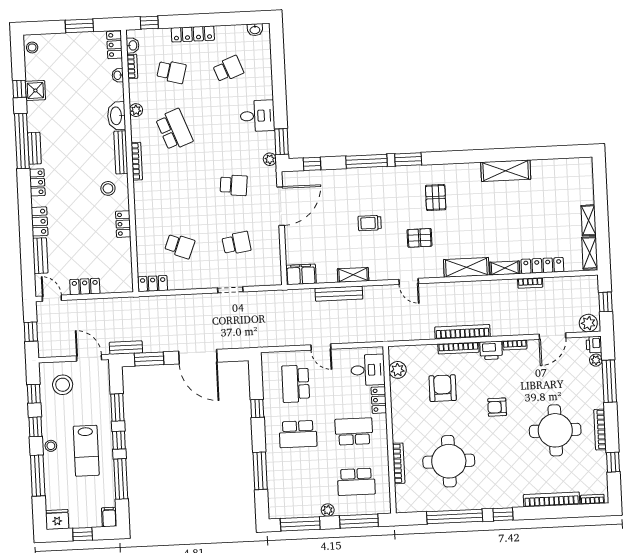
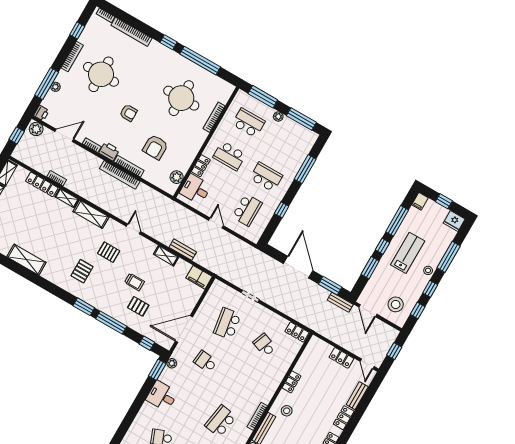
school desk: (174, 130) -> (221, 421), turned 30
pallet: (348, 199) -> (138, 306), added
school desk: (236, 243) -> (227, 324), width x1.85
bench: (339, 294) -> (183, 250), width x0.73
plant: (596, 360) -> (55, 87), moved

